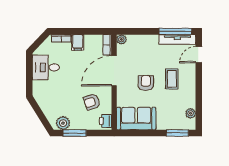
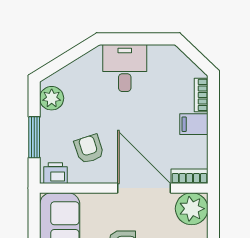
plant: (121, 39) -> (192, 209), width x1.87, depth x1.87
desk: (46, 67) -> (125, 68), moved
window: (75, 133) -> (34, 137), moved

